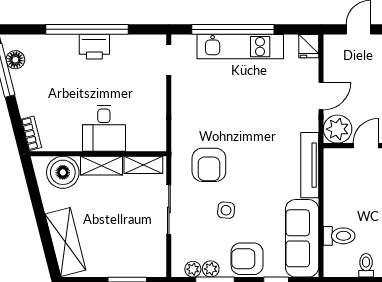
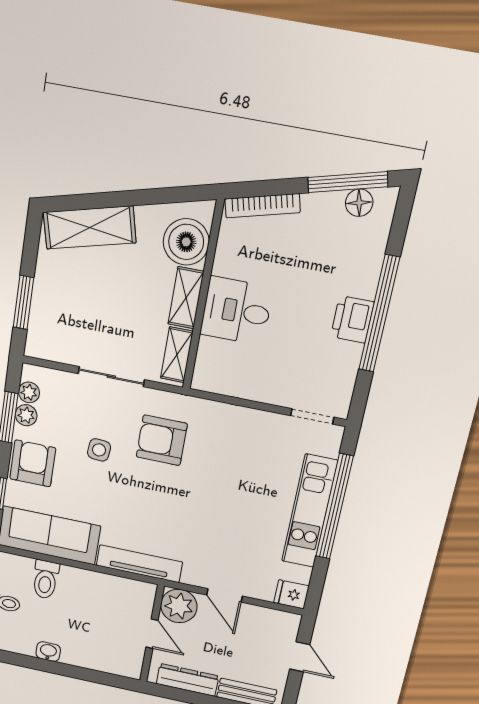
bookcase: (31, 133) -> (262, 206), width x1.56

